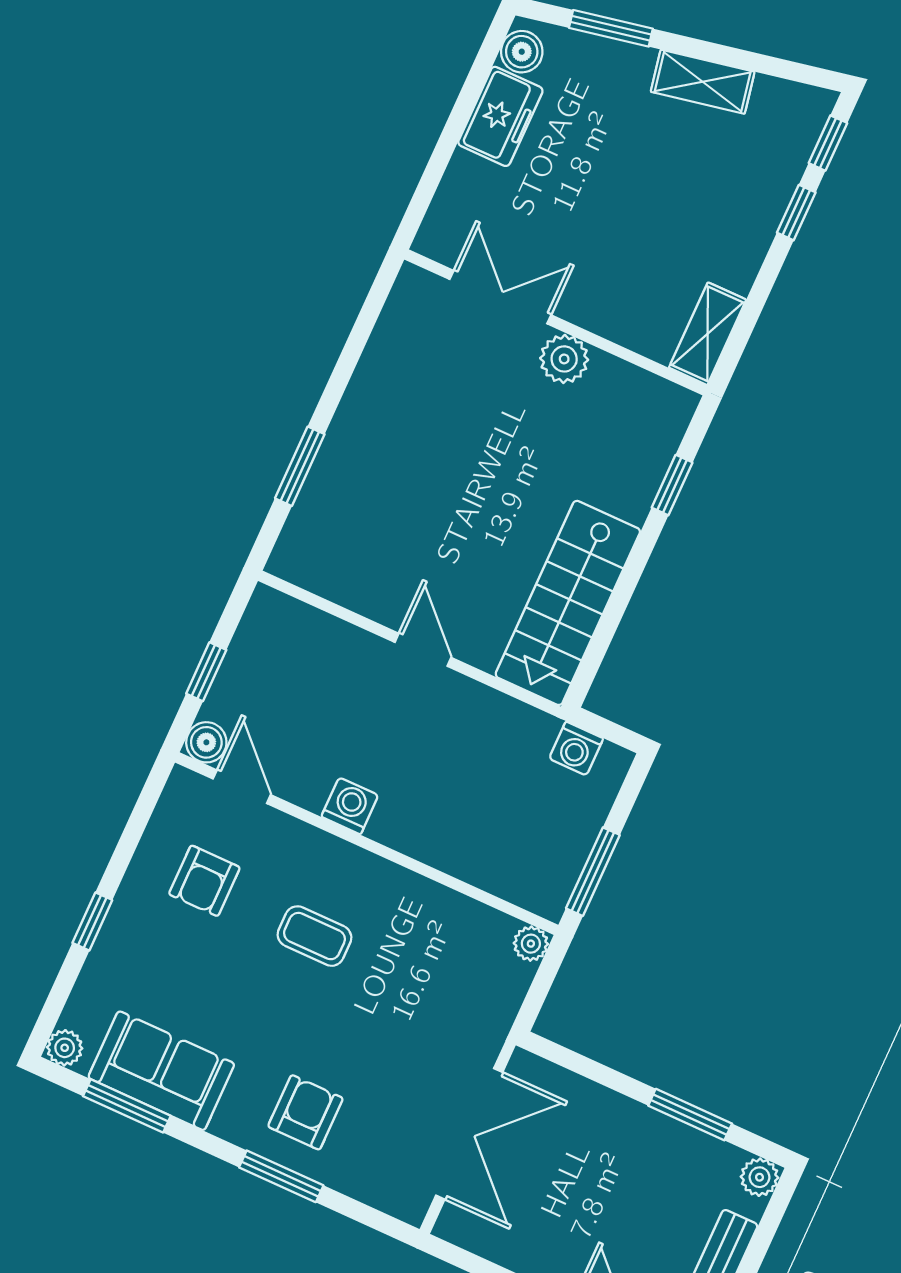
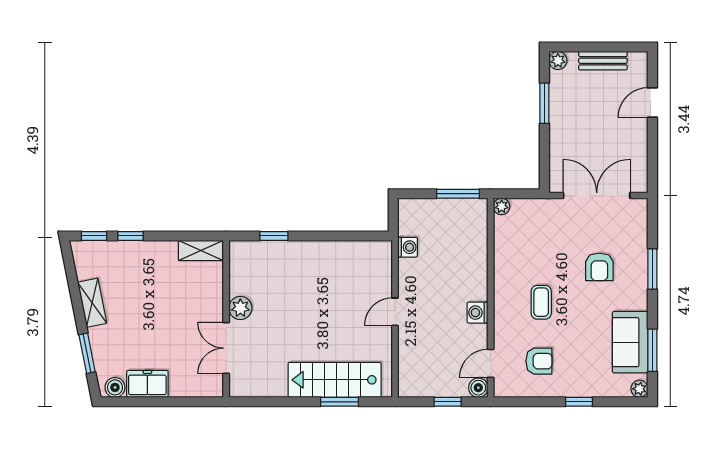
stairs: (568, 603) -> (335, 380), moved, turned 180
washing machine: (576, 748) -> (408, 247), moved
armchair: (305, 1112) -> (599, 267), moved, turned -90

